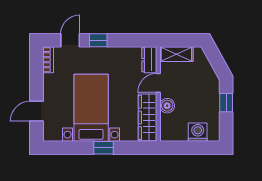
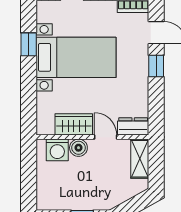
wardrobe: (147, 117) -> (74, 124), width x0.67
washing machine: (198, 132) -> (57, 150), moved, turned 90
window: (103, 148) -> (29, 44), moved

